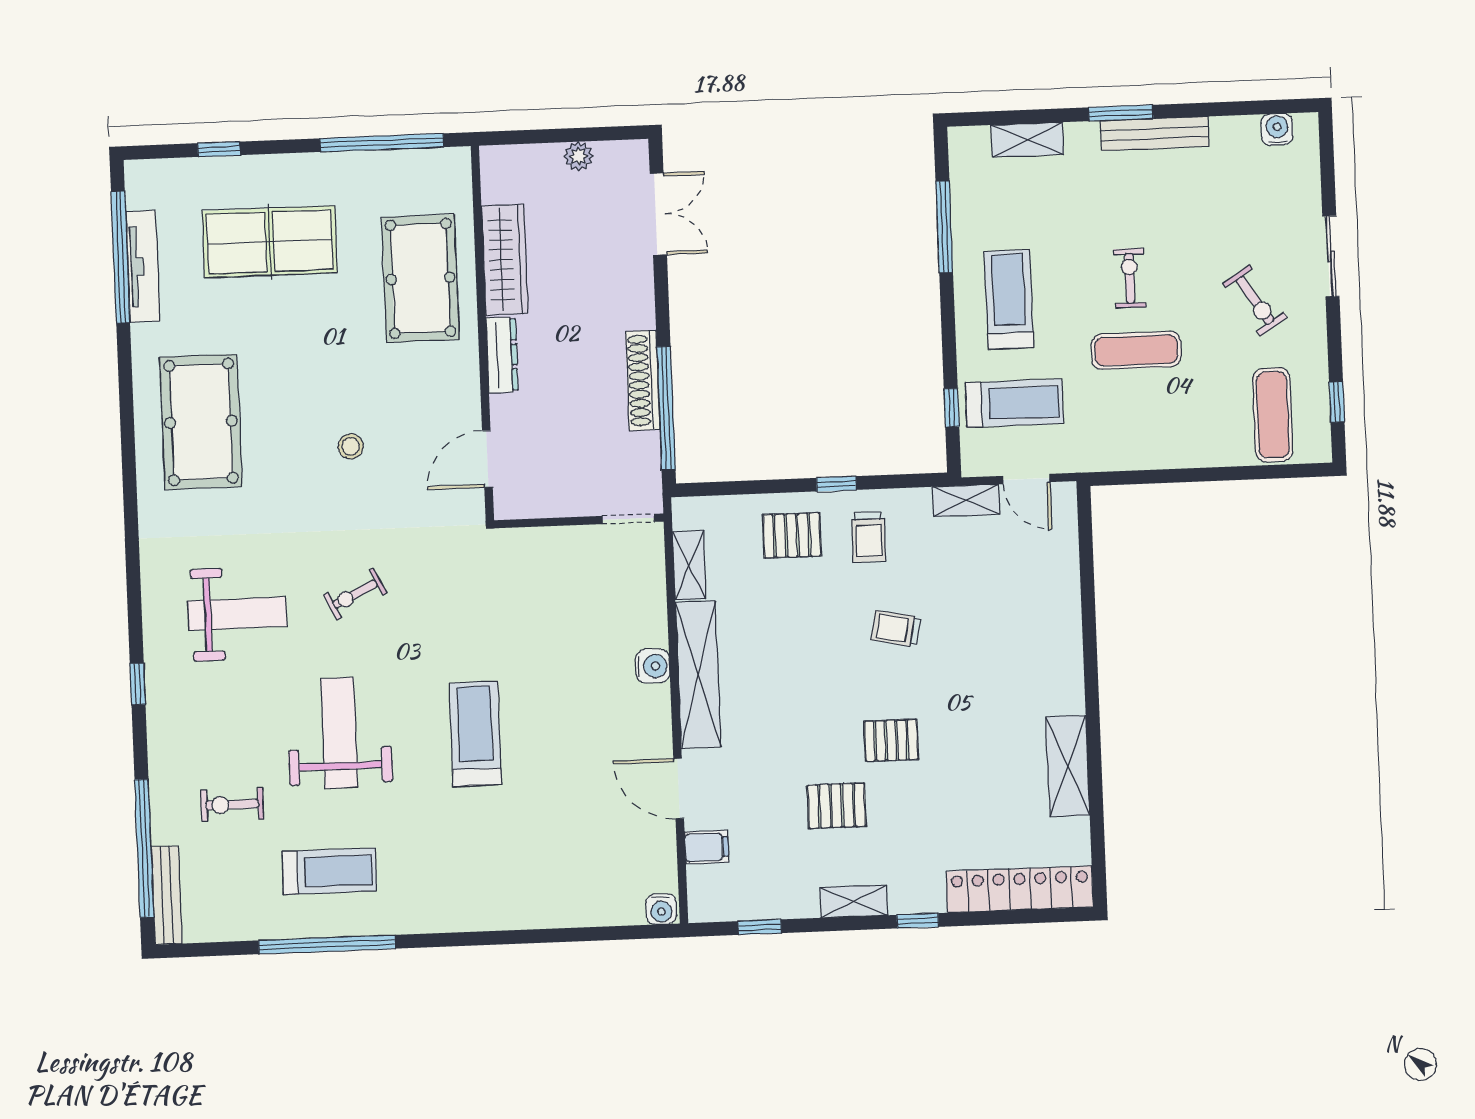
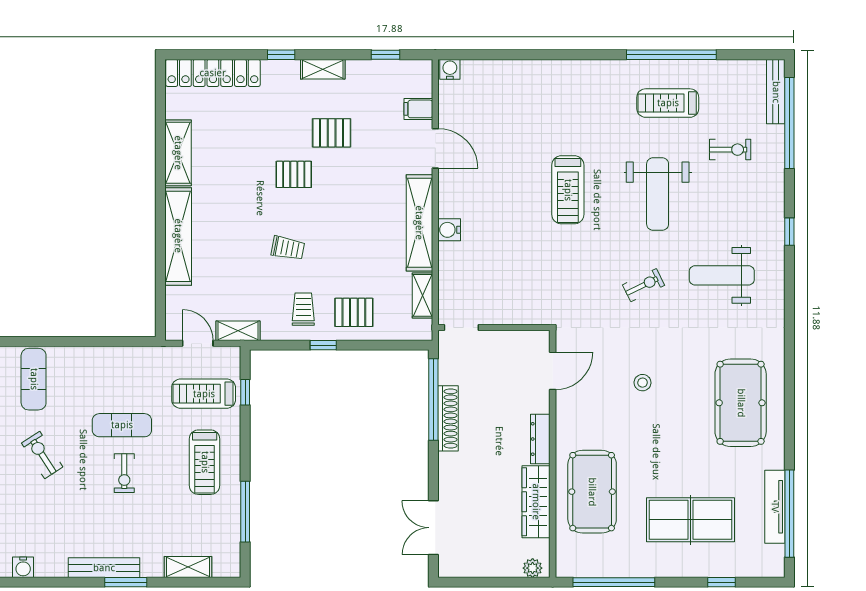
plant: (579, 156) -> (533, 568), moved
shelving: (1063, 639) -> (178, 236), added

